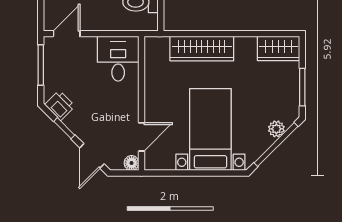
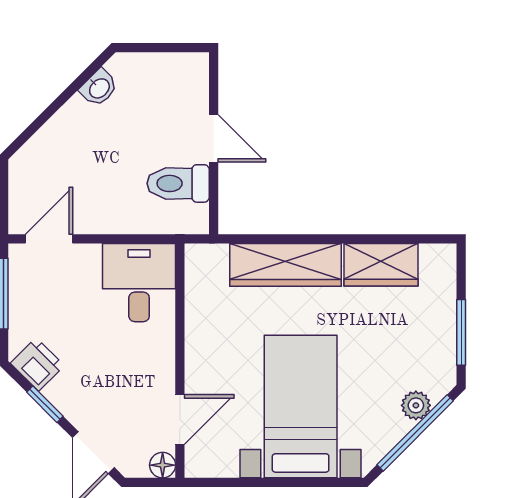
wardrobe: (279, 48) -> (381, 265), moved

